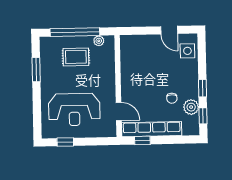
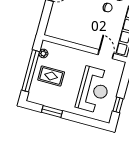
rug: (76, 57) -> (51, 76), turned 90
door: (119, 112) -> (106, 54), hinge flipped

